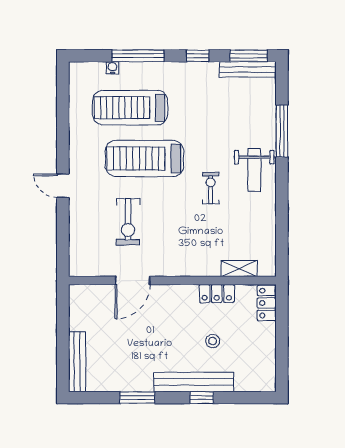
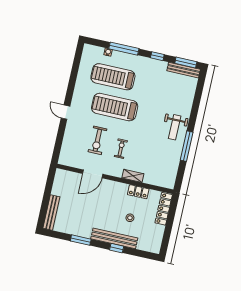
window: (282, 131) -> (187, 146), moved
exercise bike: (211, 188) -> (121, 149), moved
shelving: (239, 269) -> (133, 176), moved
locker: (267, 303) -> (164, 209), width x1.53

